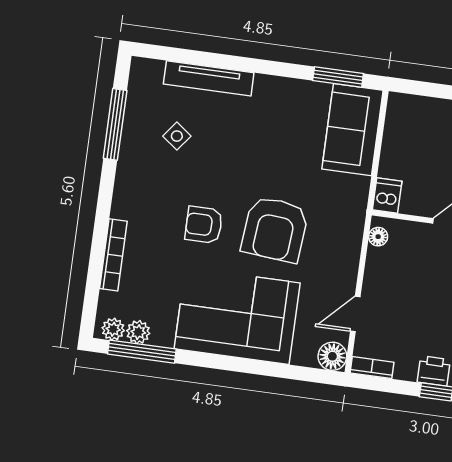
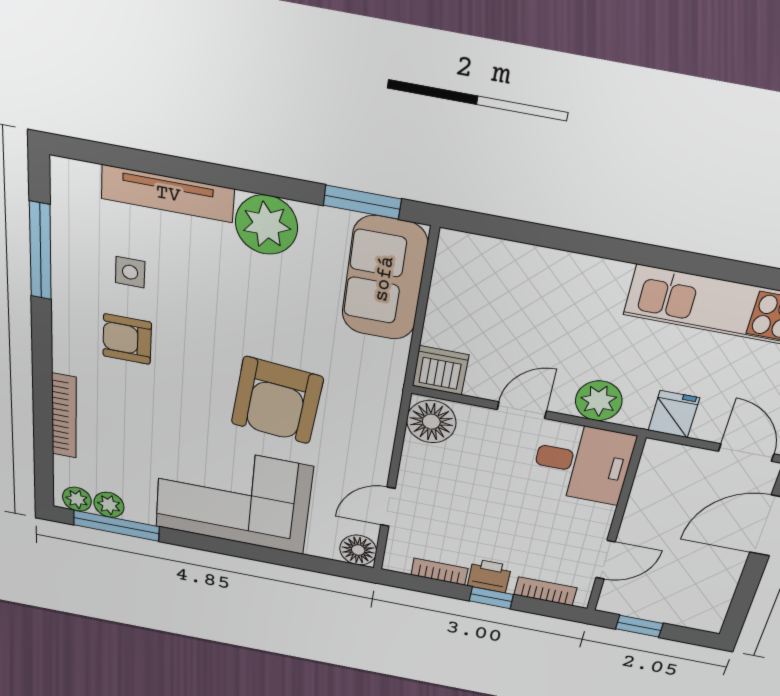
plant: (274, 96) -> (266, 225), added
side table: (177, 136) -> (130, 272), turned -37
dishwasher: (387, 195) -> (440, 370), width x1.38
armchair: (204, 225) -> (127, 339), moved
floor lamp: (378, 237) -> (431, 422), width x1.89, depth x1.89
bookcase: (372, 368) -> (439, 572), moved

